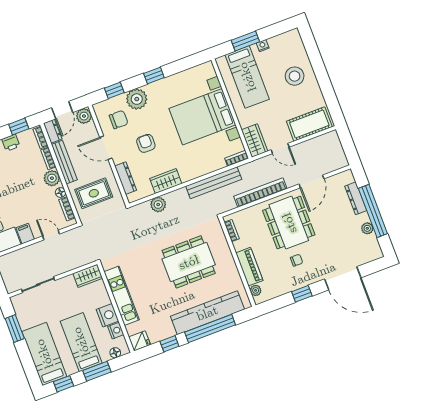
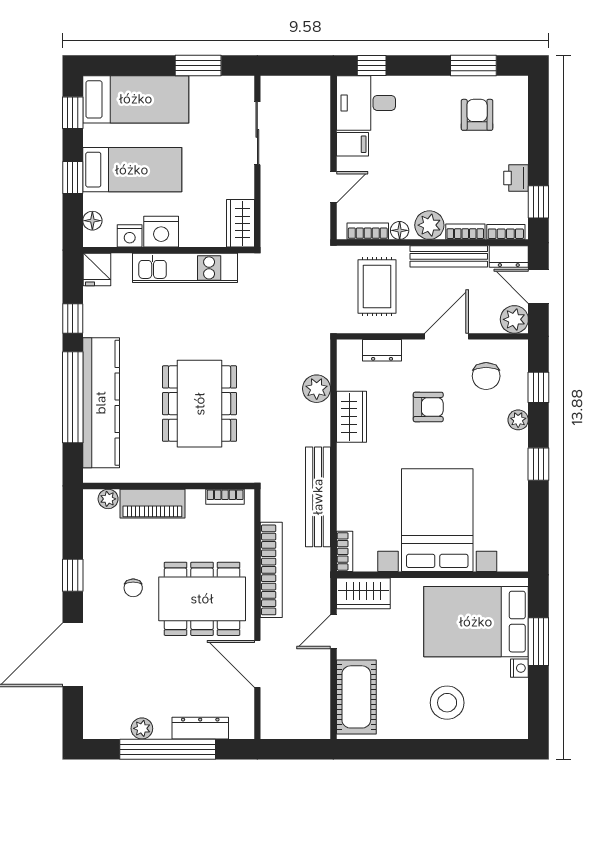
bed: (247, 77) -> (476, 622), width x1.50
plant: (137, 99) -> (518, 420), width x0.53, depth x0.53
dresser: (126, 178) -> (382, 350), width x0.70
window: (97, 371) -> (73, 177), width x0.67

